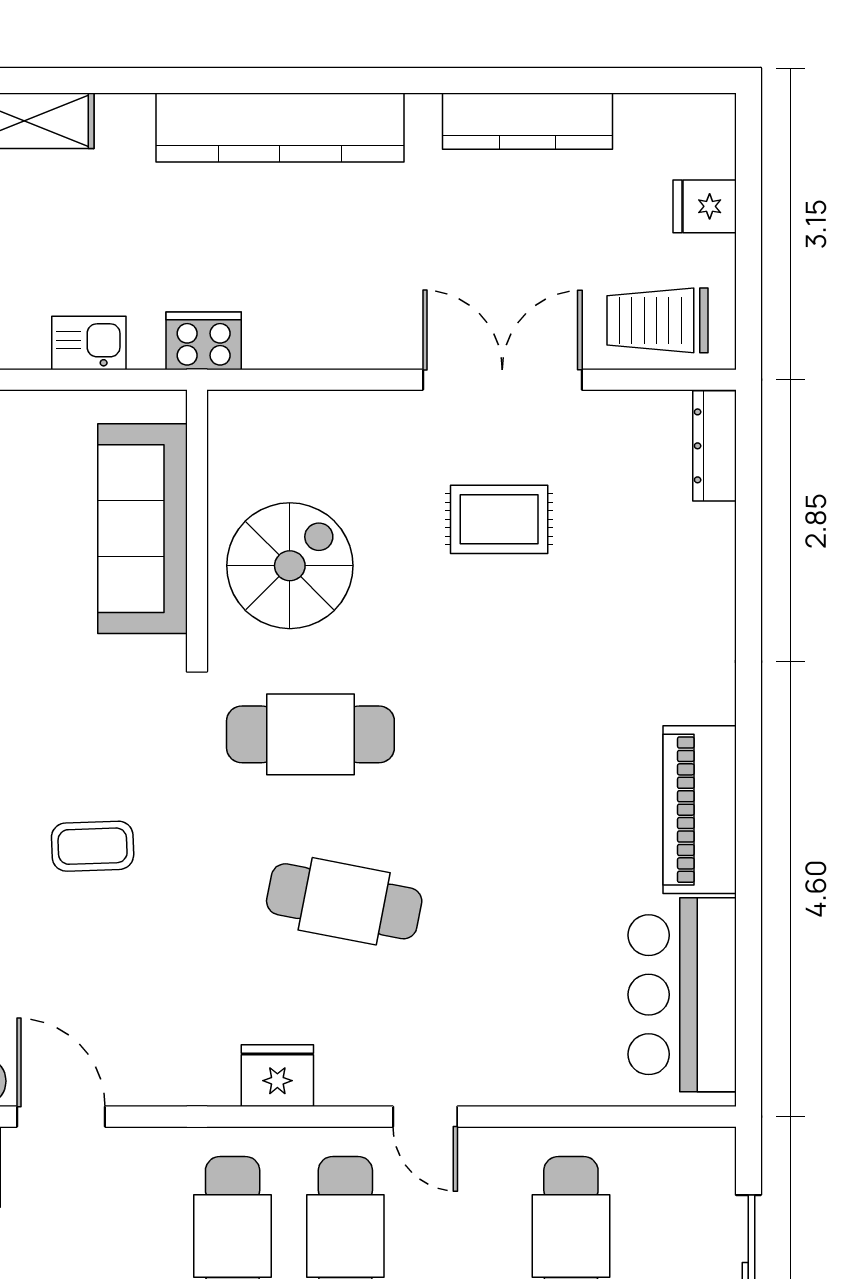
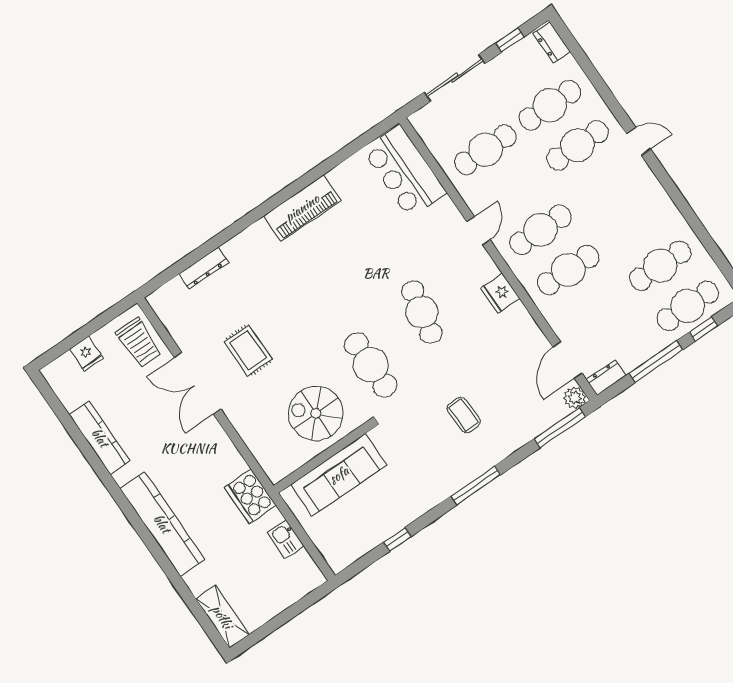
cooker: (204, 341) -> (250, 496), width x1.37, depth x1.31
dresser: (714, 446) -> (204, 268), moved
bar counter: (682, 995) -> (405, 172), moved, turned 90

